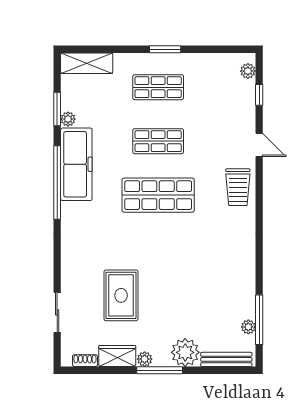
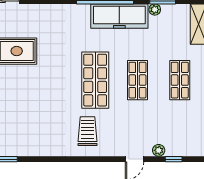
plant: (248, 71) -> (159, 150), moved
trolley: (238, 187) -> (87, 131), moved, turned 90

